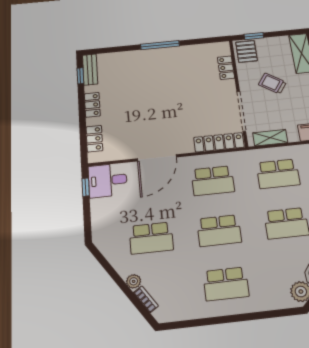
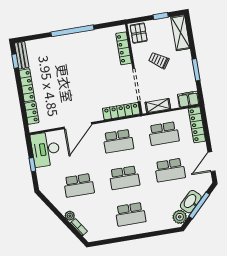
window: (254, 36) -> (161, 16), moved
window: (160, 45) -> (72, 31), width x1.46
locker: (226, 68) -> (124, 48), width x1.53
locker: (92, 105) -> (27, 85), width x1.53
desk: (108, 180) -> (46, 149), width x1.37
window: (86, 187) -> (32, 165), moved

